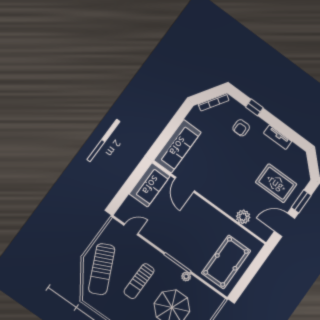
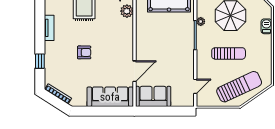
armchair: (241, 128) -> (84, 52), moved
door: (131, 229) -> (195, 86), swing flipped

